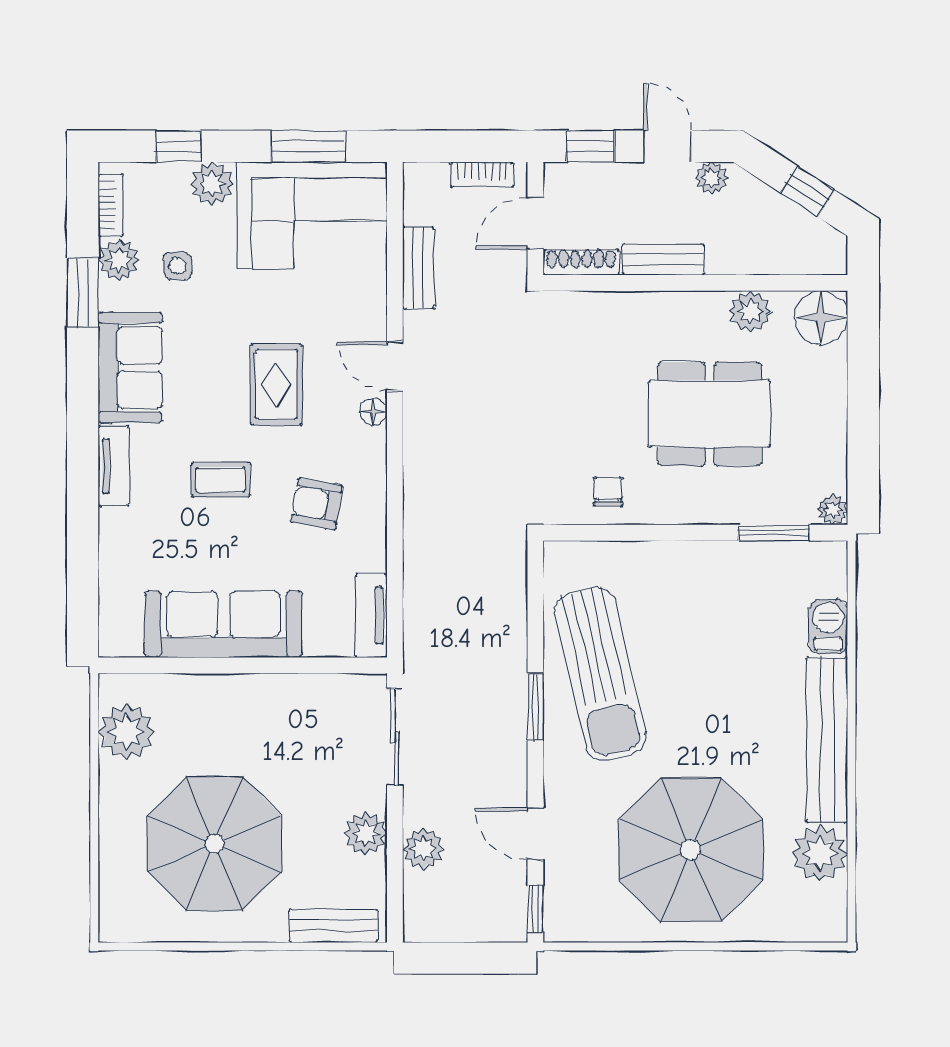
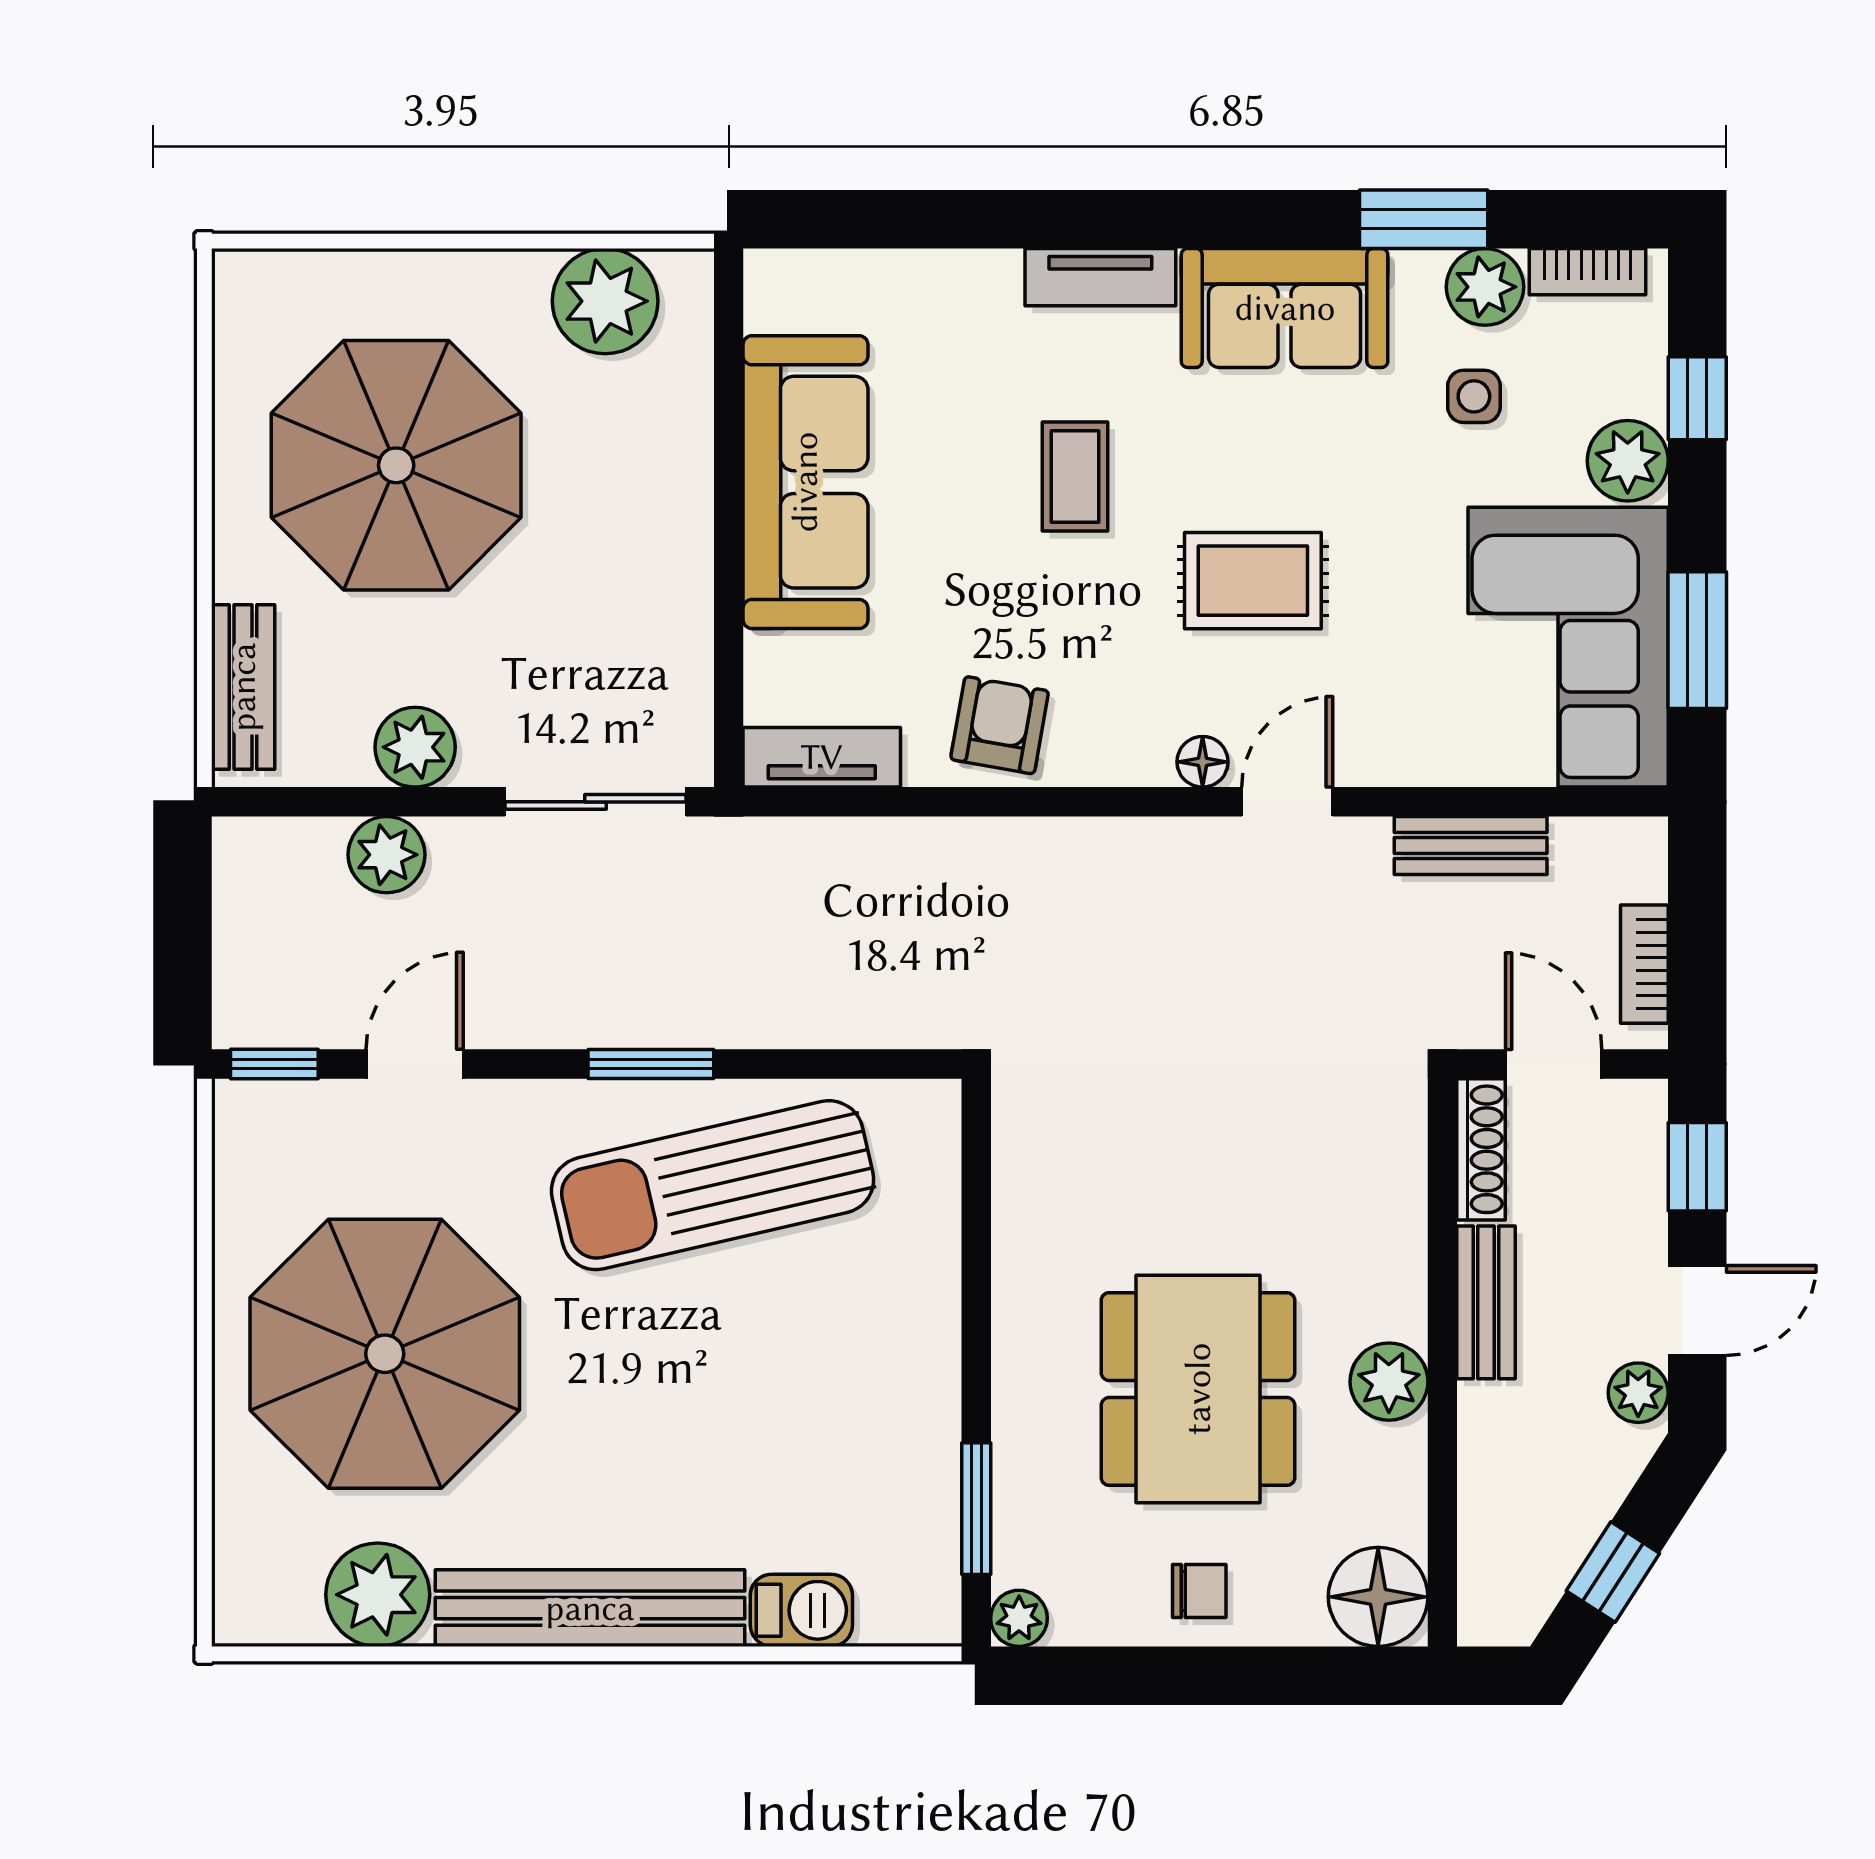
plant: (750, 312) -> (1389, 1382), moved
chair: (608, 492) -> (1199, 1591), moved
armchair: (317, 504) -> (1000, 725), moved

